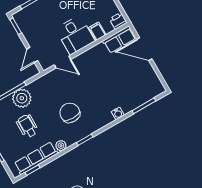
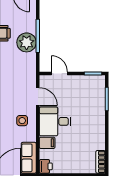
door: (62, 62) -> (38, 97), swing flipped
side table: (91, 63) -> (22, 121), added

